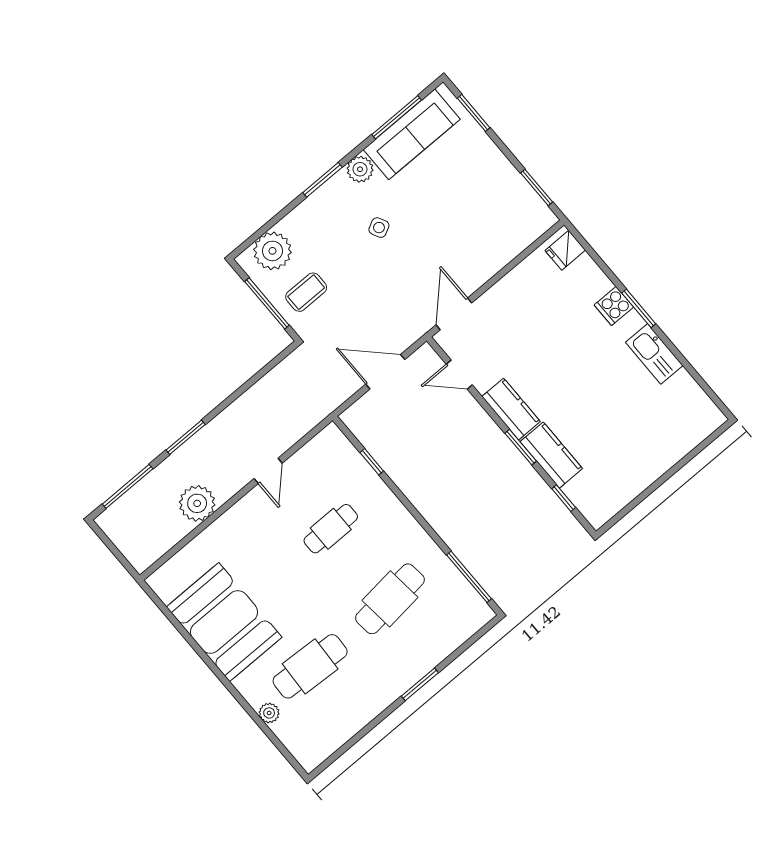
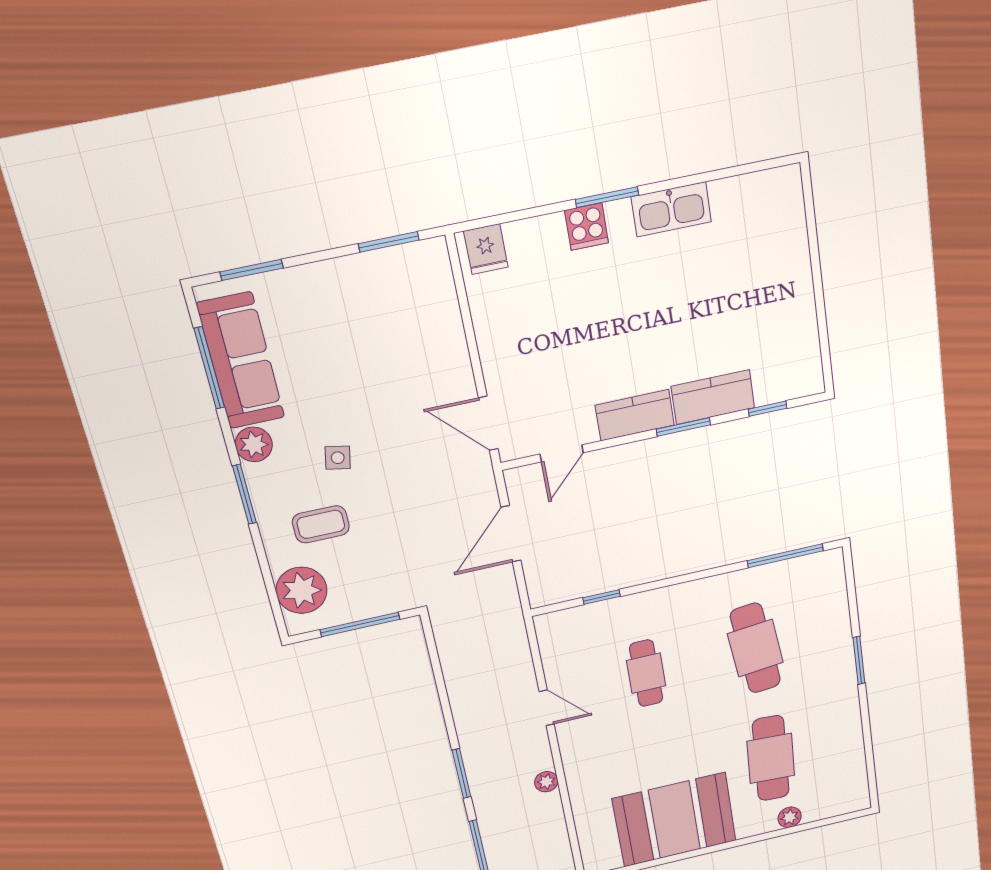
side table: (379, 228) -> (338, 458), turned 38
coffee table: (306, 292) -> (321, 524), moved, turned 90
plant: (197, 503) -> (546, 782), width x0.53, depth x0.53

